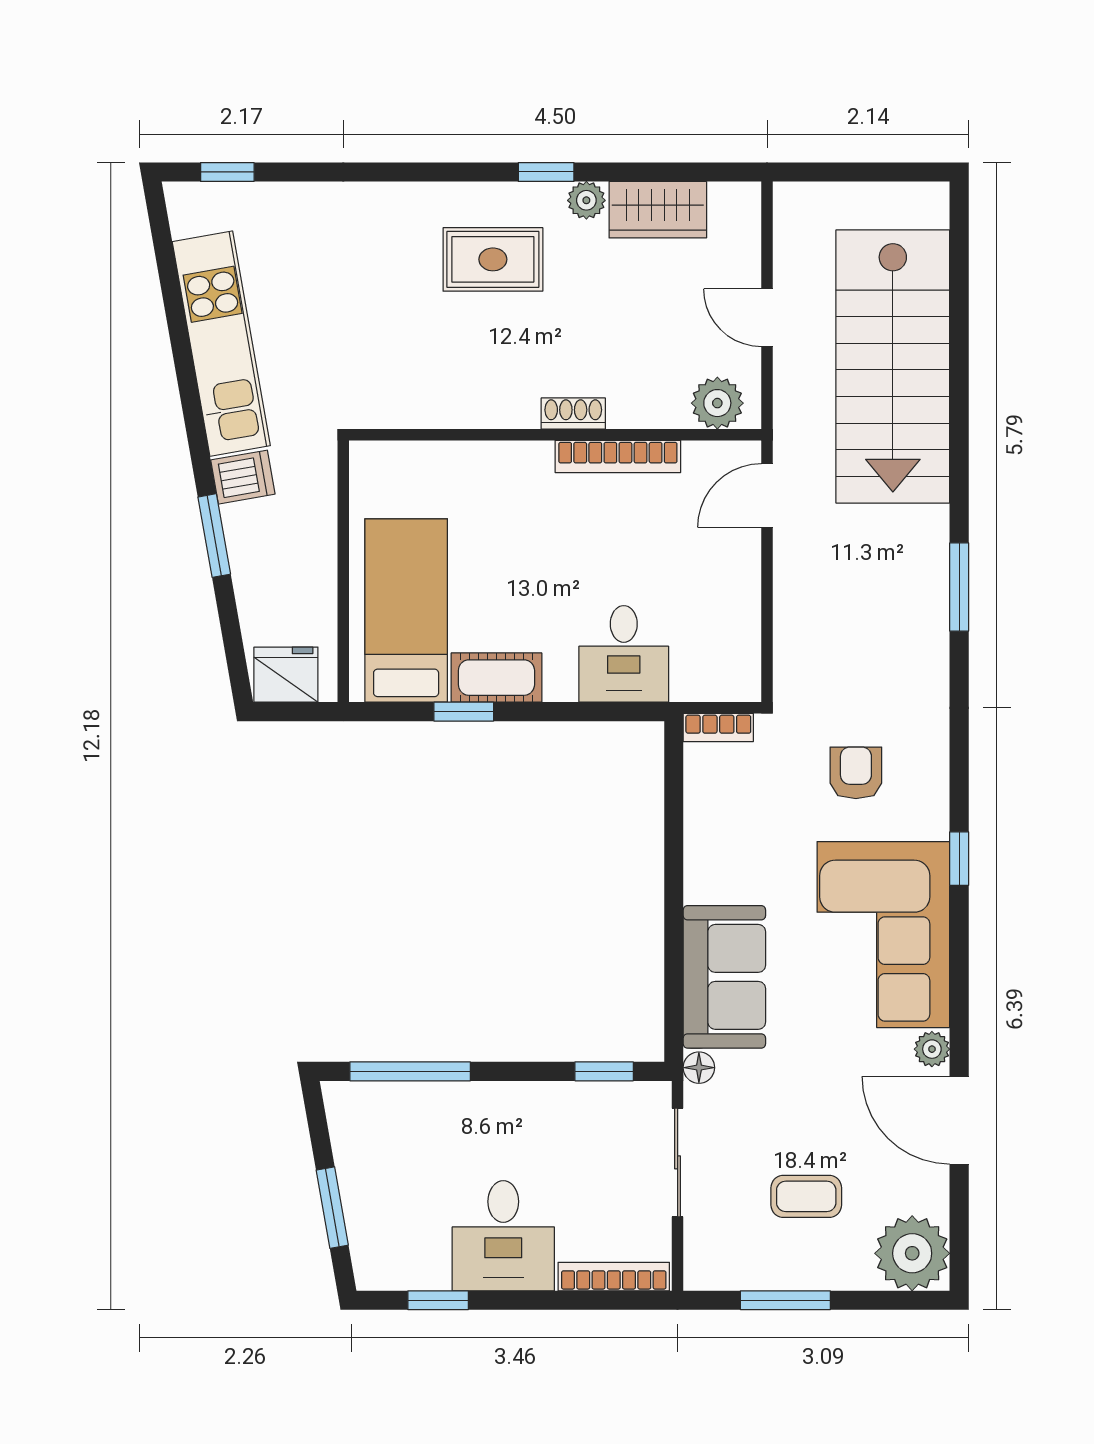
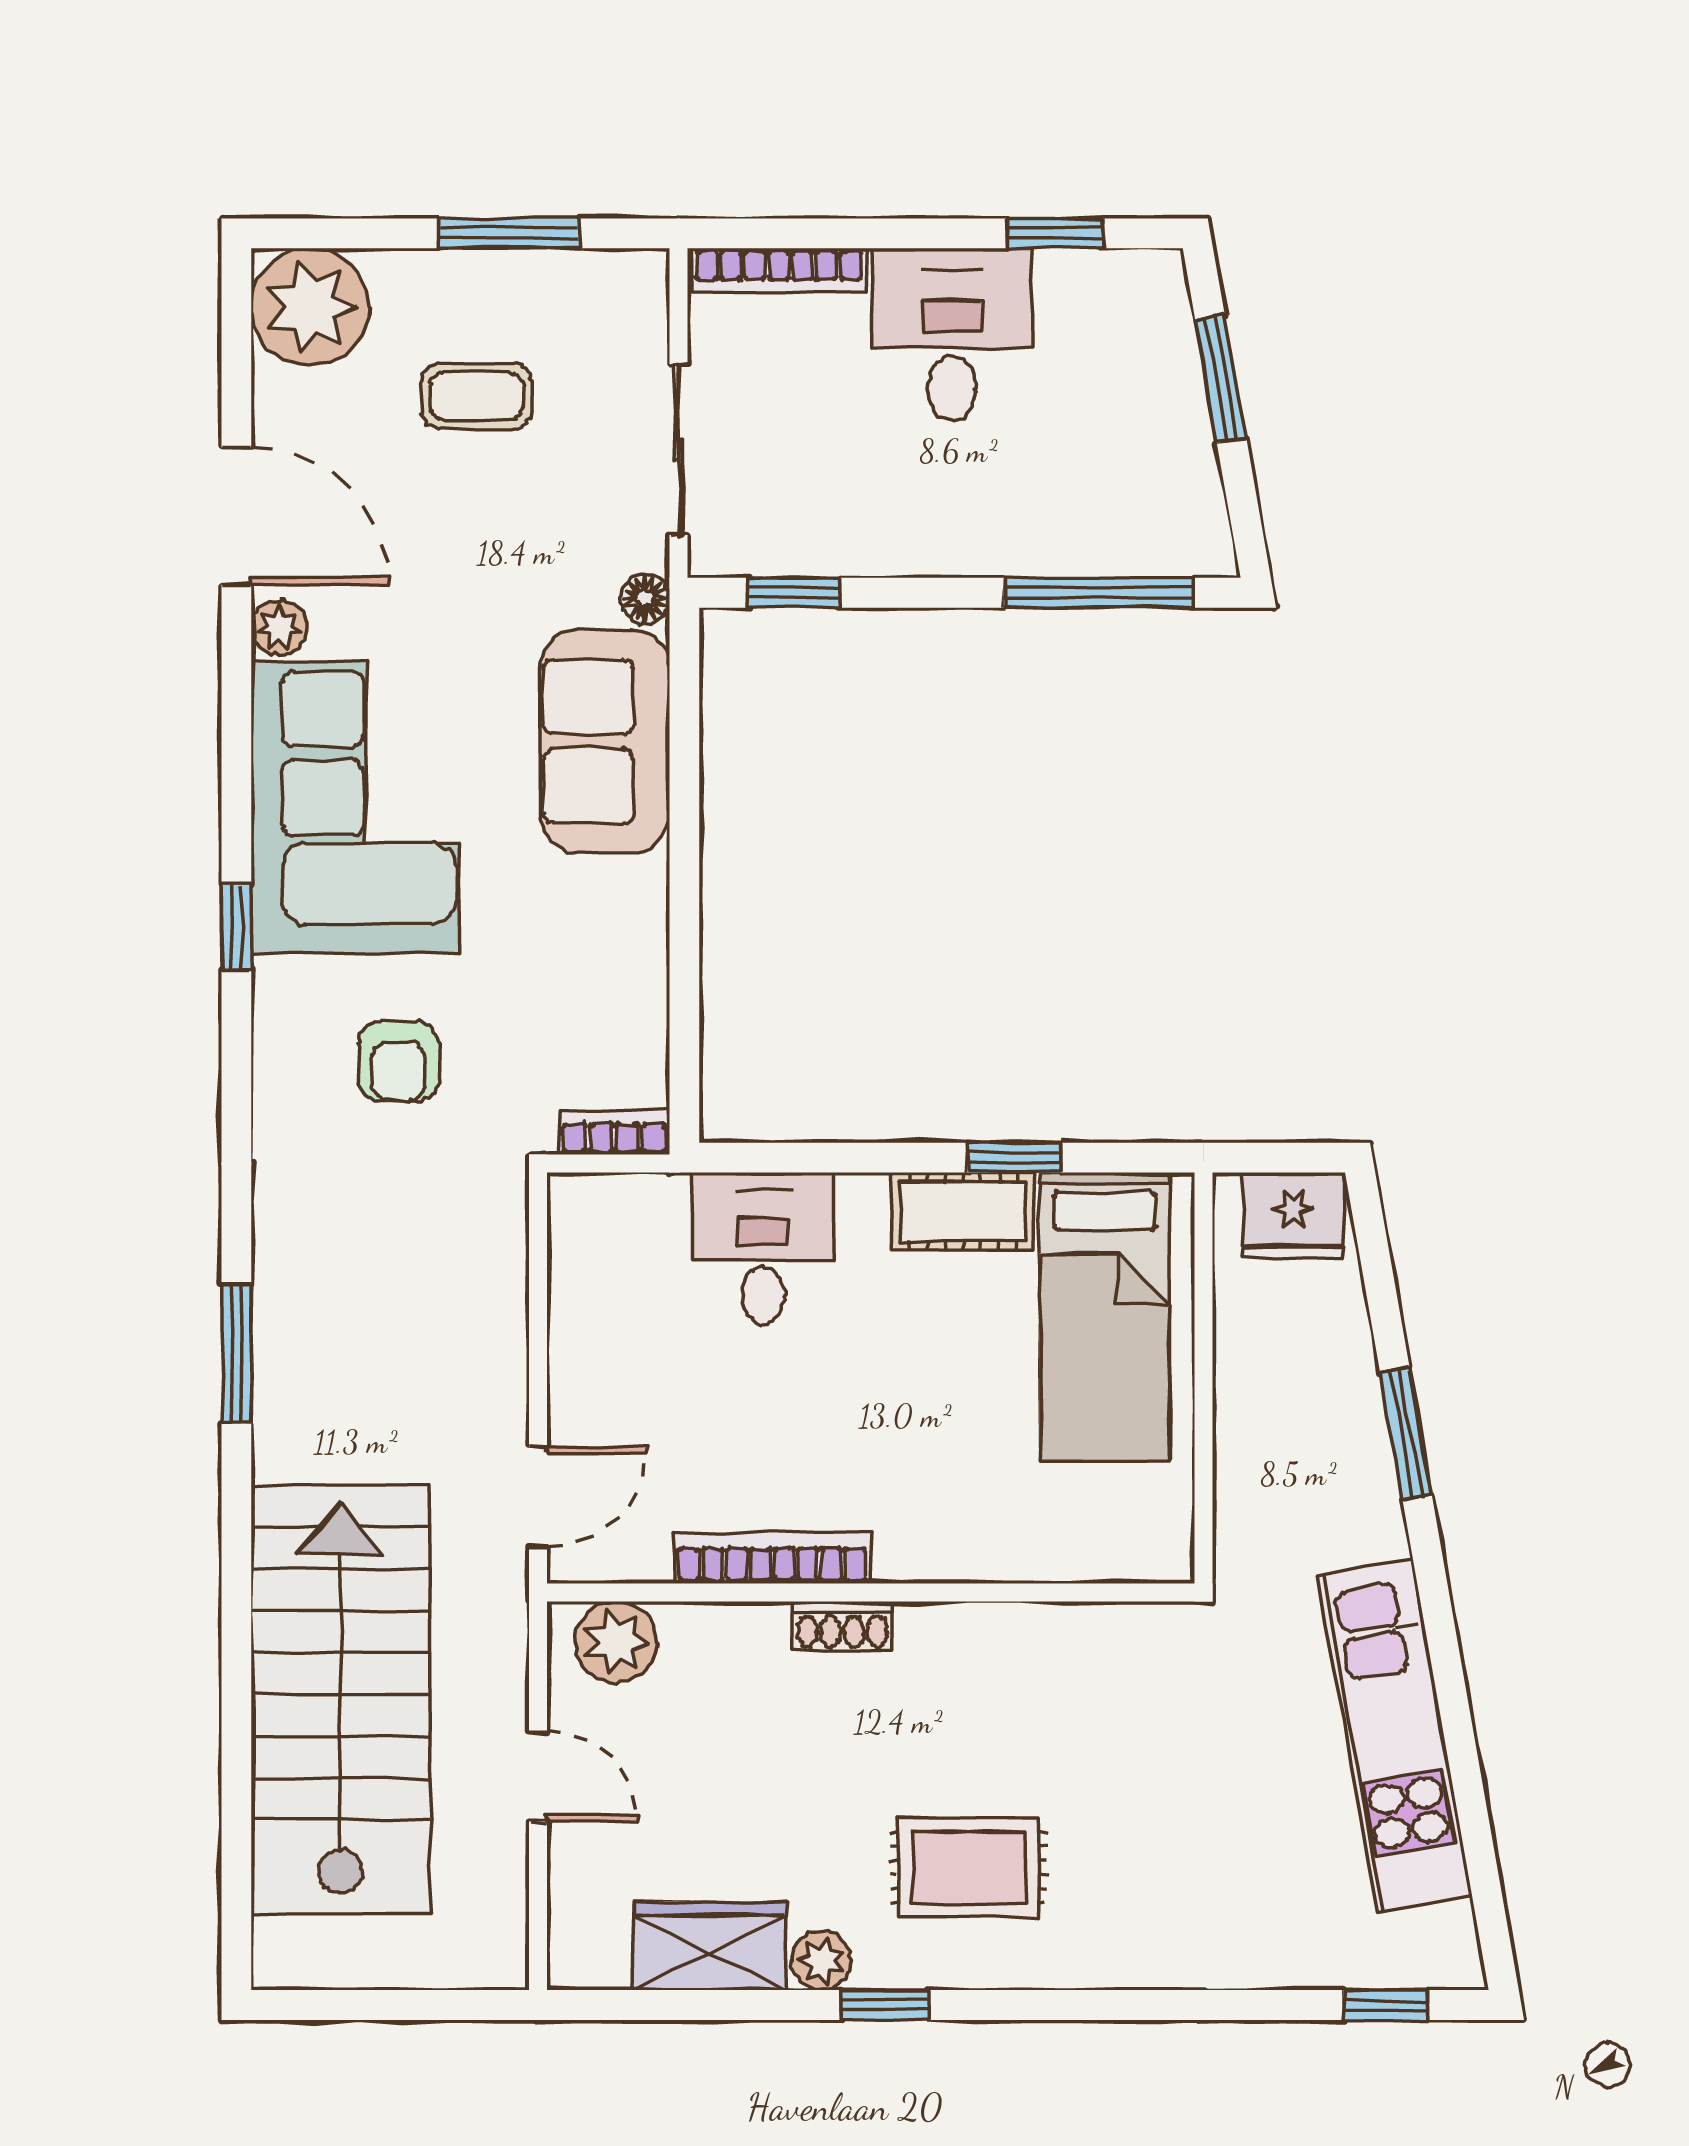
dishwasher: (243, 477) -> (1361, 1526), removed

